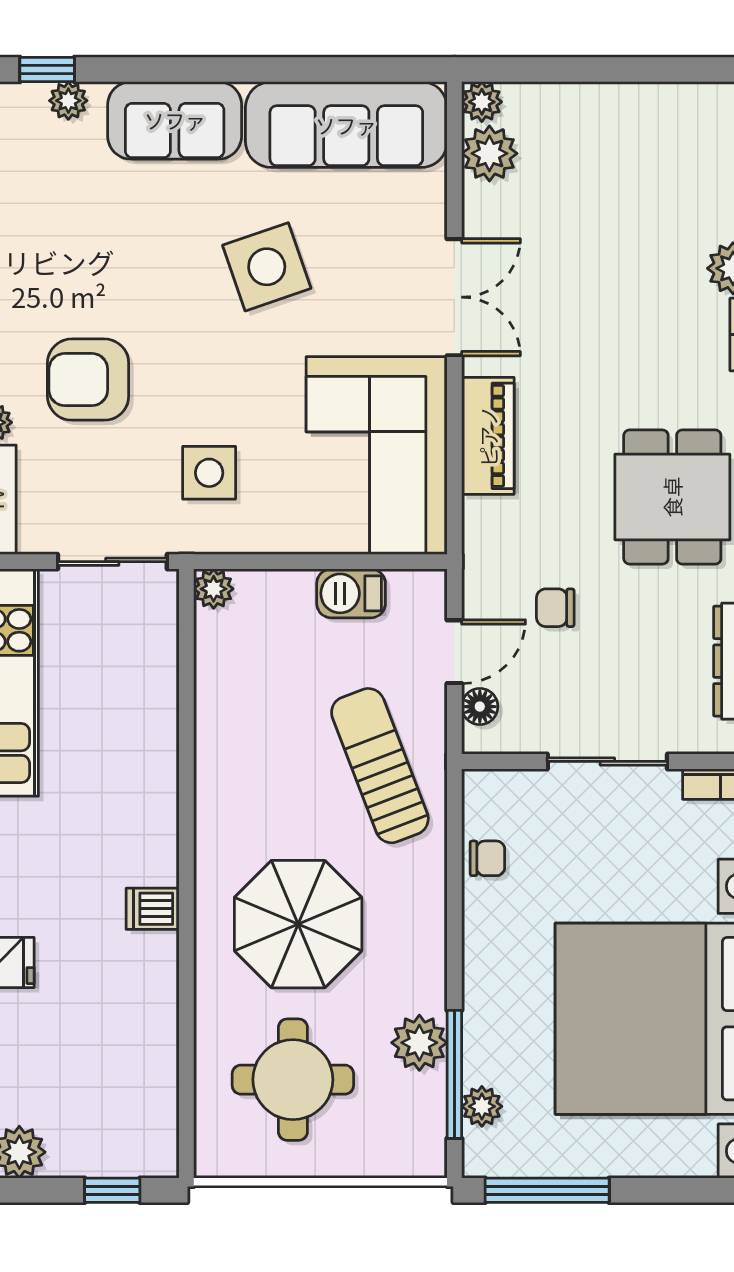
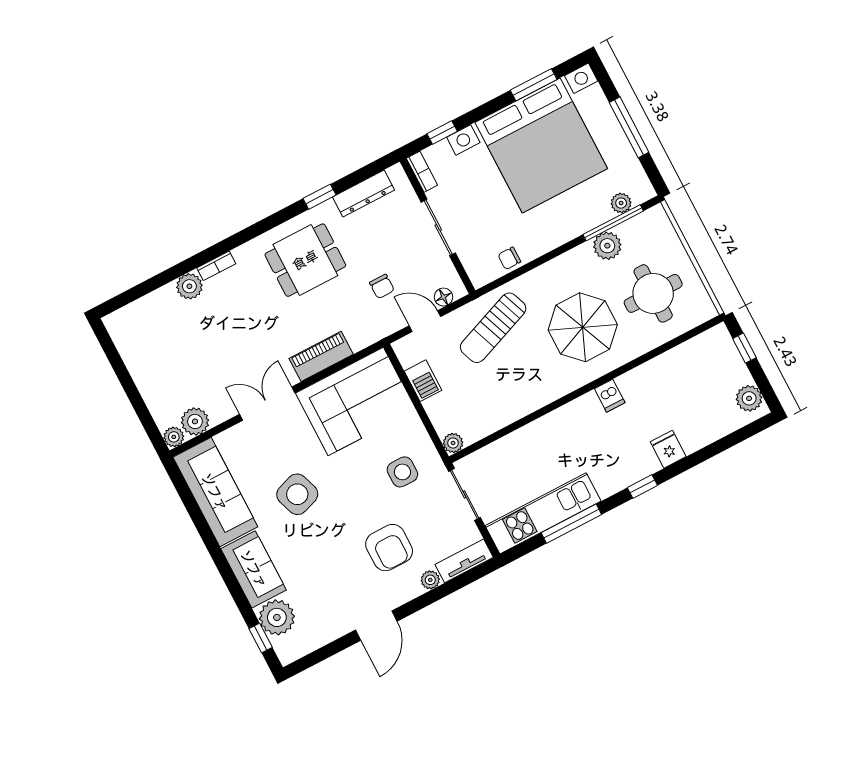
plant: (68, 101) -> (277, 617), width x1.88, depth x1.88
chair: (487, 858) -> (509, 258), turned -90
window: (547, 1190) -> (629, 127), moved

